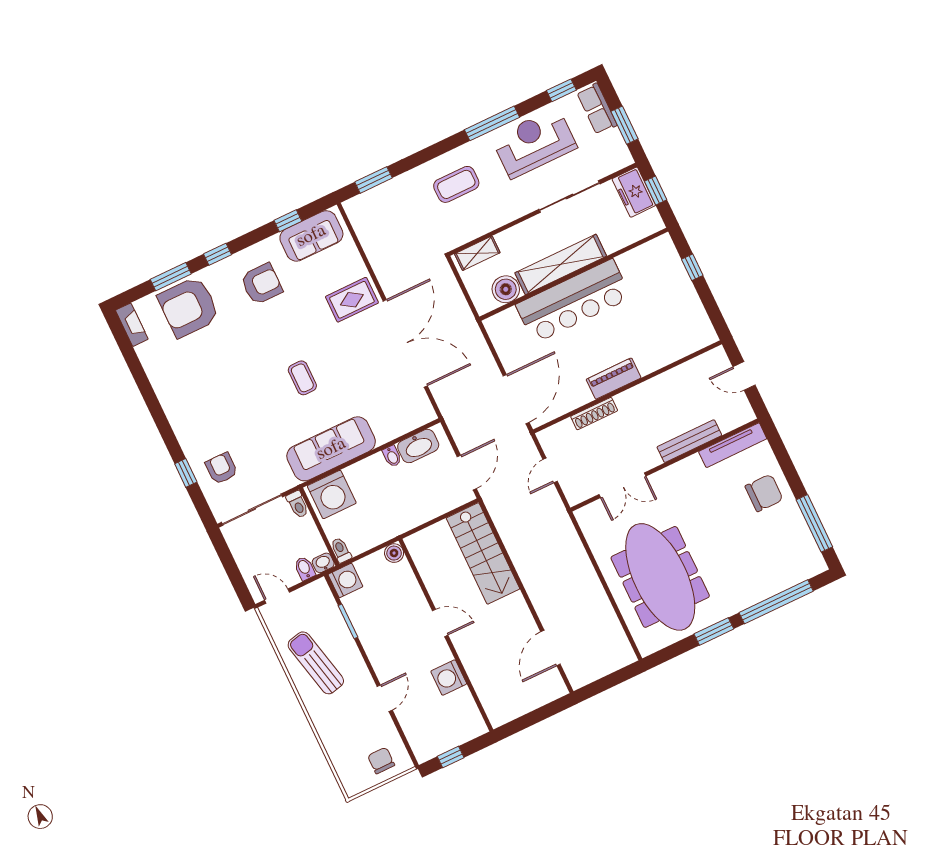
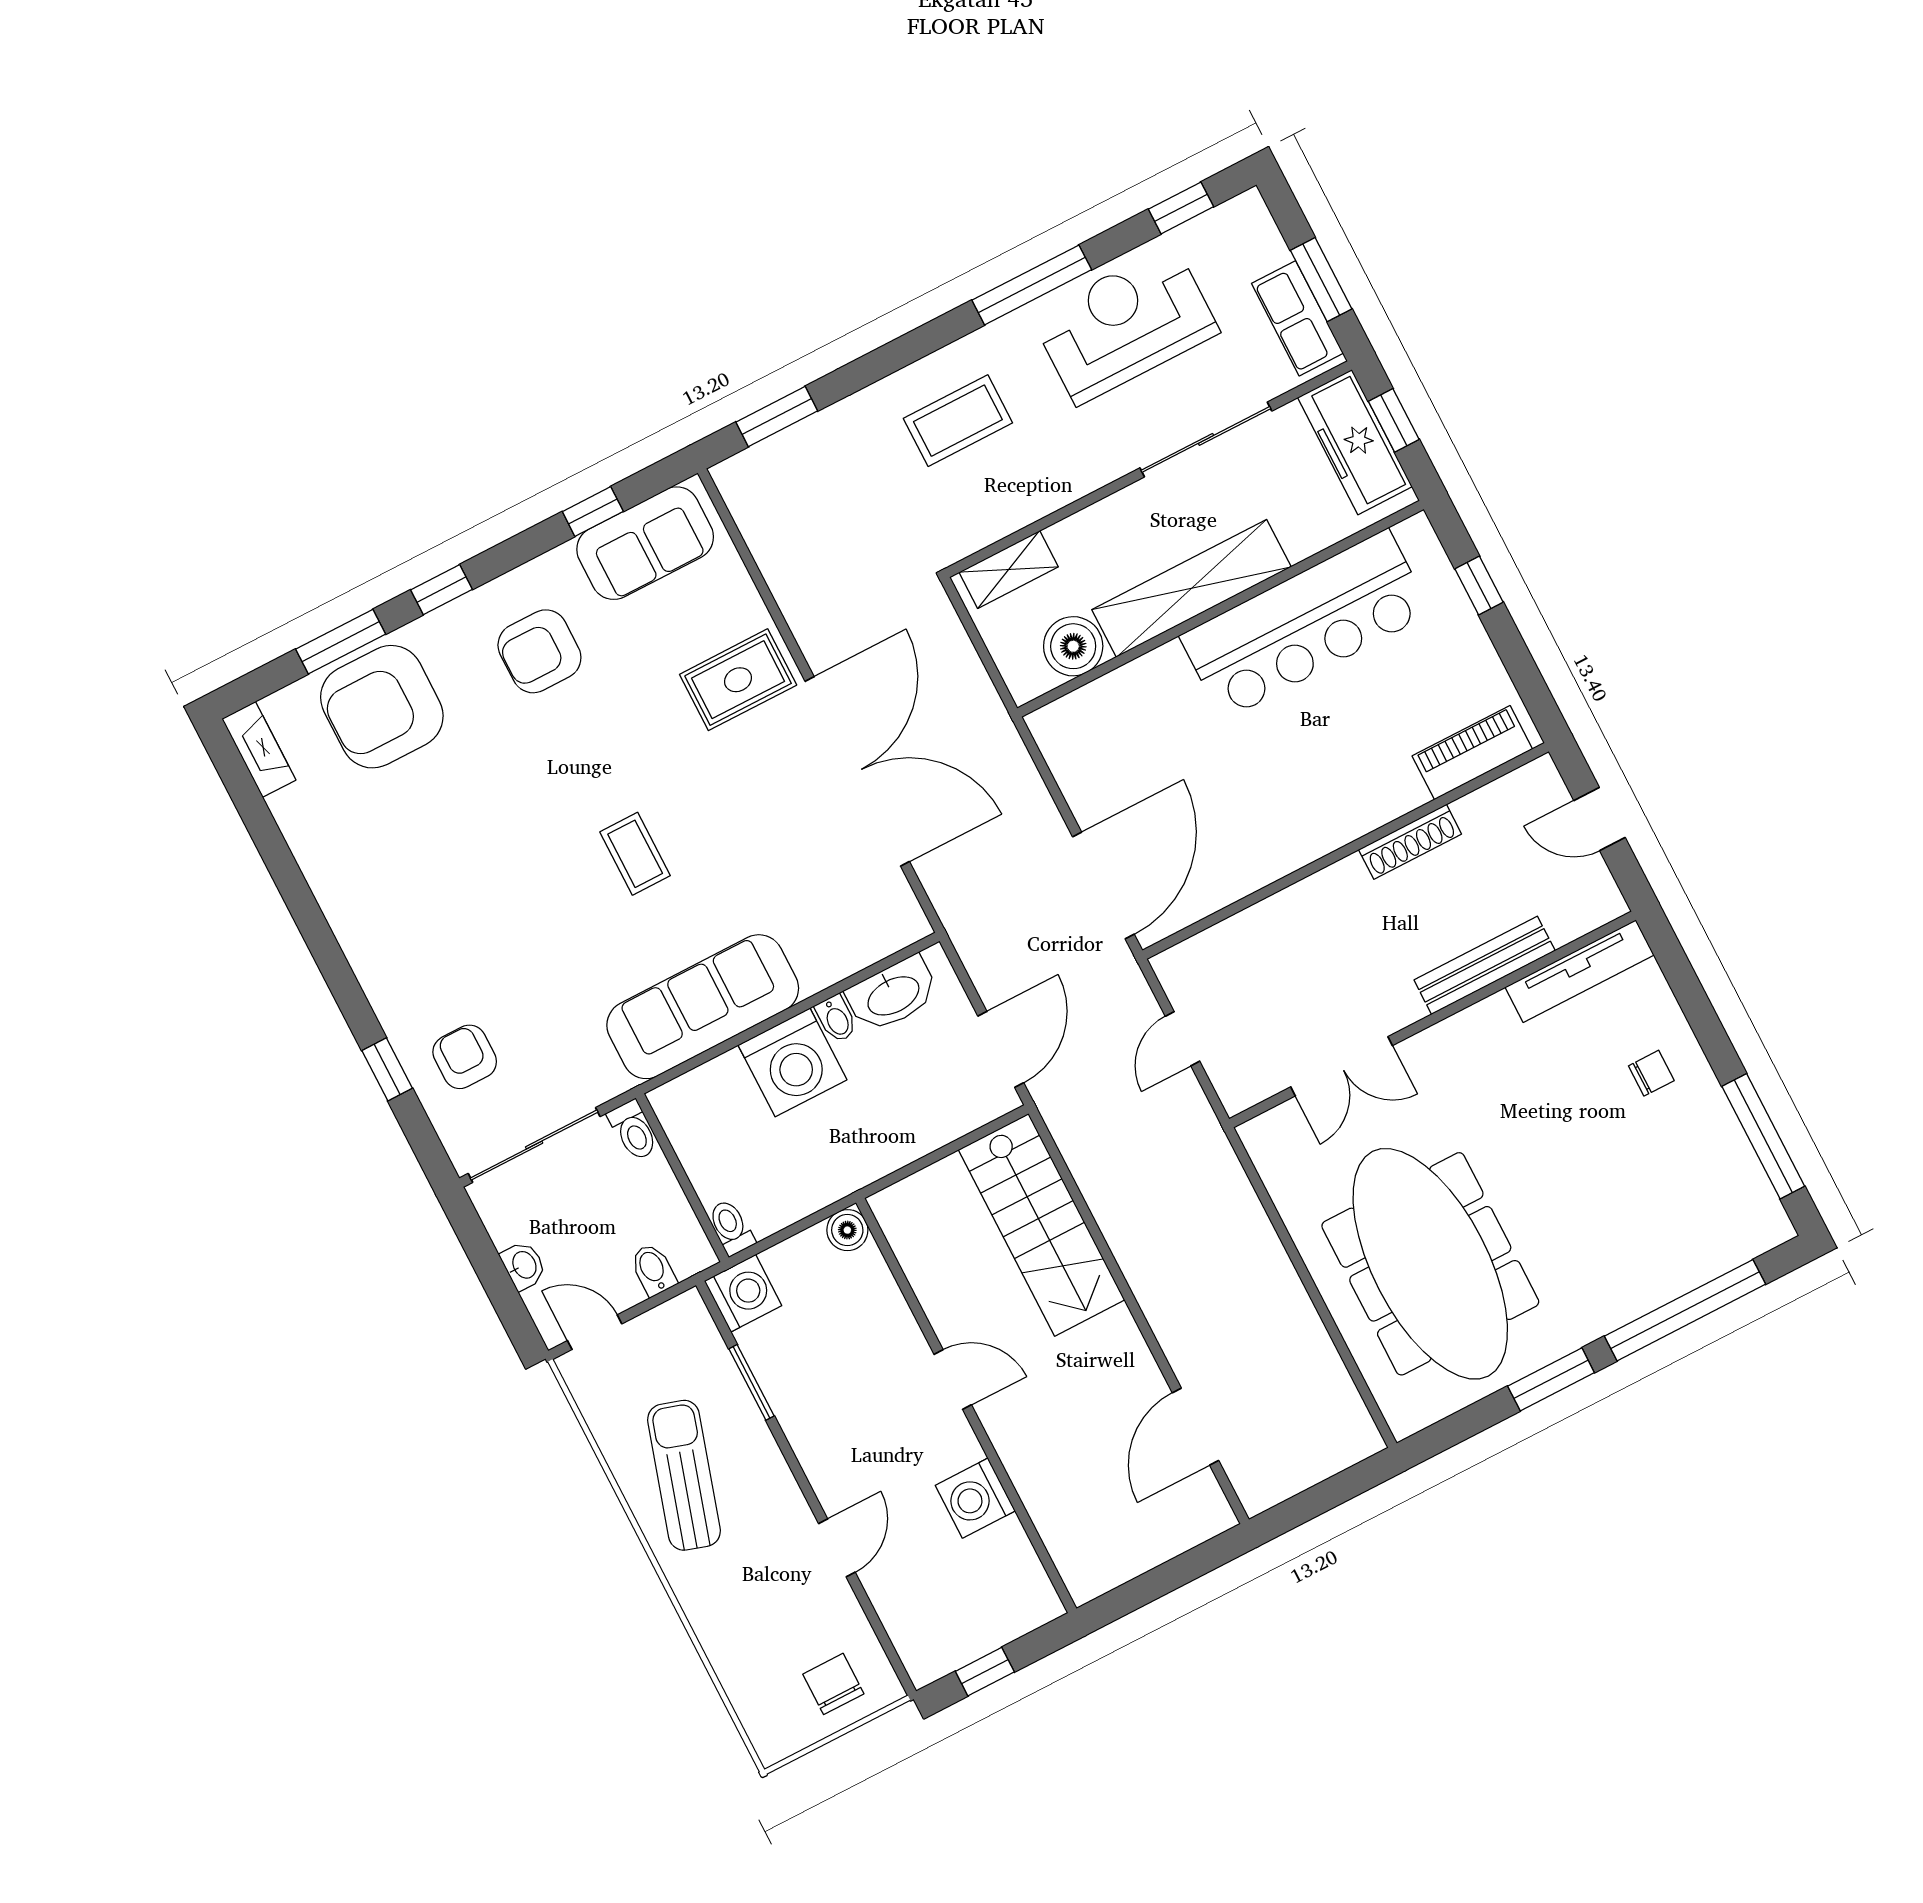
row of seats: (597, 109) -> (1297, 318), moved
freezer: (634, 192) -> (1355, 442), width x1.40
armchair: (262, 284) -> (539, 651), turned 180
bar counter: (573, 301) -> (1305, 624), moved
piano: (614, 379) -> (1472, 753), moved
shoe rack: (594, 414) -> (1410, 842), moved
chair: (764, 493) -> (1651, 1073), width x0.54, depth x0.54
washing machine: (332, 494) -> (792, 1062), moved
washbasin: (323, 563) -> (524, 1265), moved, turned 90
sun lounger: (316, 663) -> (684, 1475), turned 30

